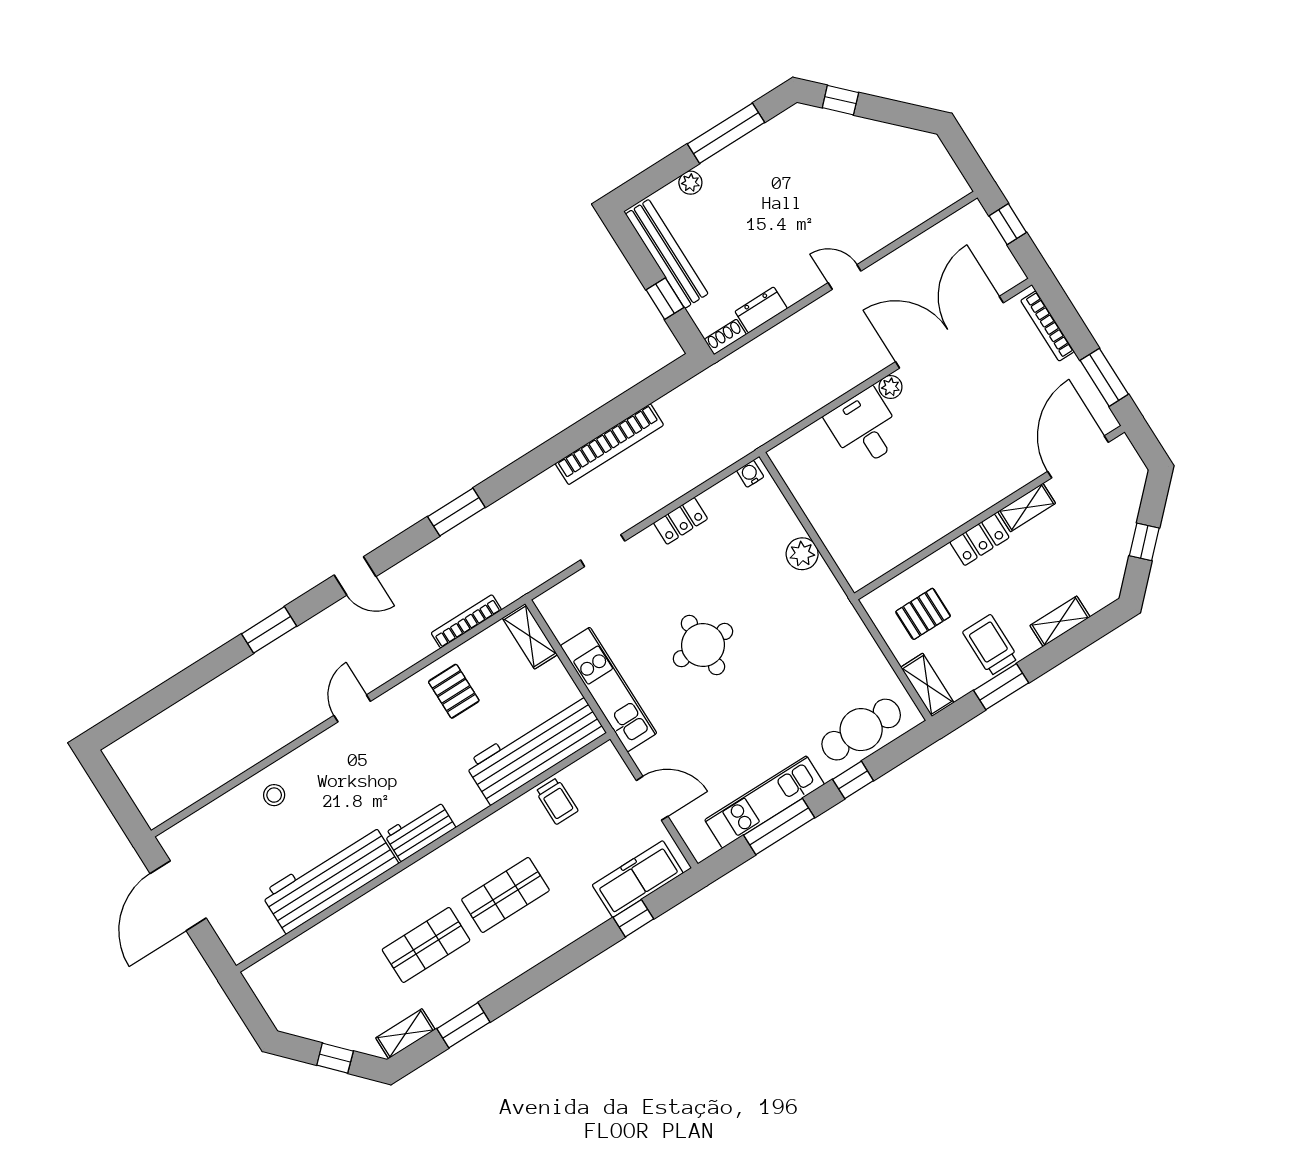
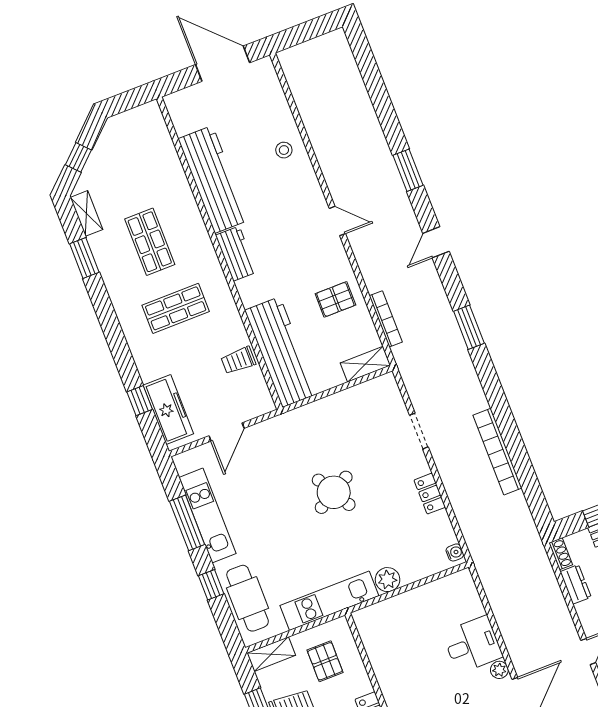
round table: (703, 645) -> (334, 492), turned -30
kitchen unit: (609, 690) -> (329, 601), moved, turned 180
shop shelf: (505, 895) -> (176, 308), turned 90

